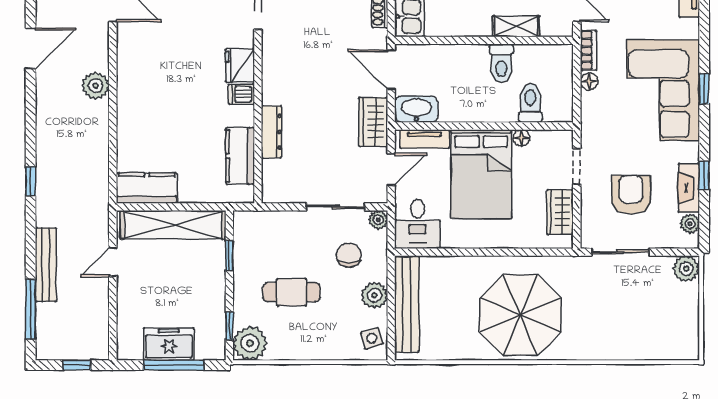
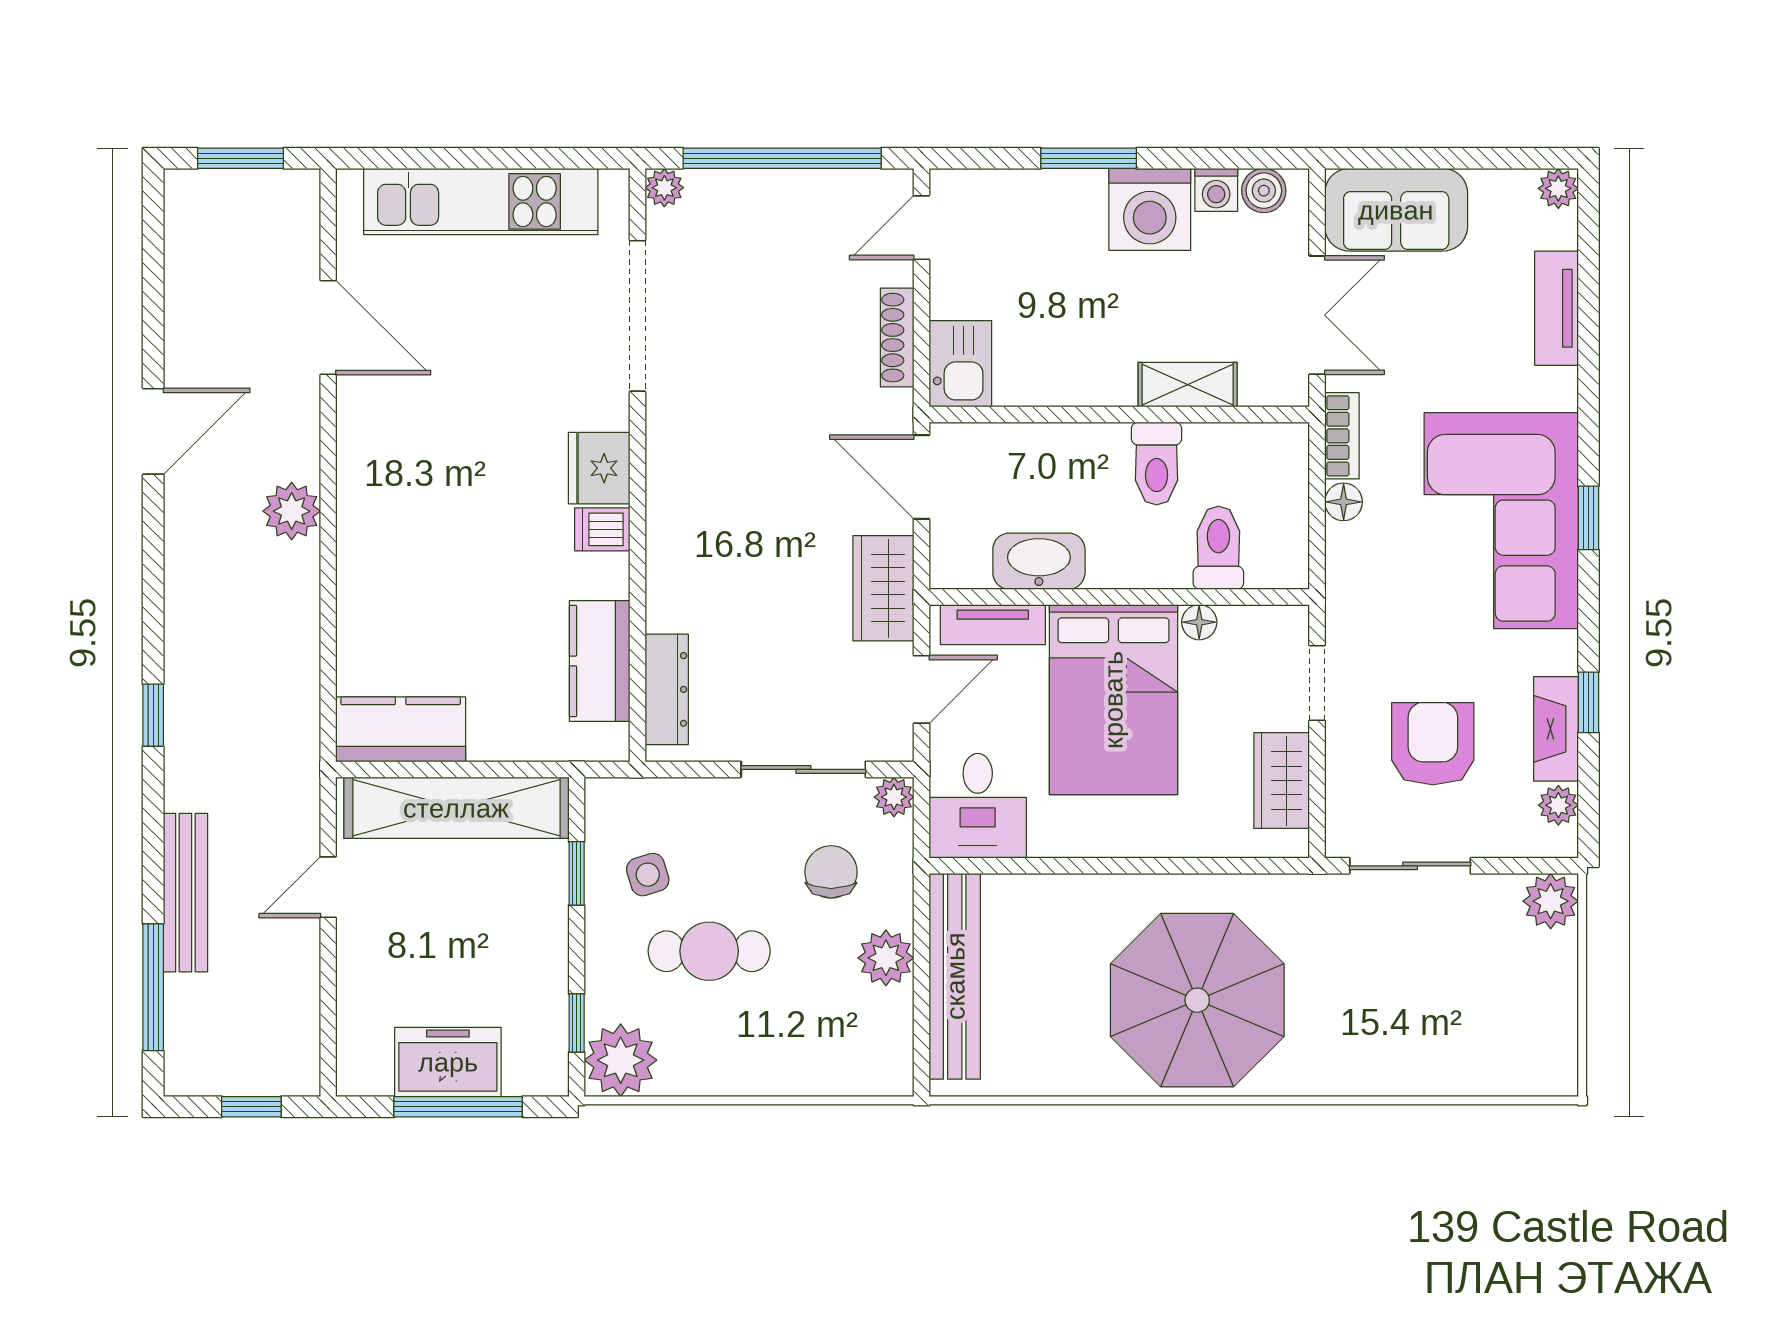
washbasin: (416, 109) -> (1039, 561), moved
dresser: (272, 132) -> (667, 689), moved
side table: (372, 338) -> (648, 875), moved

